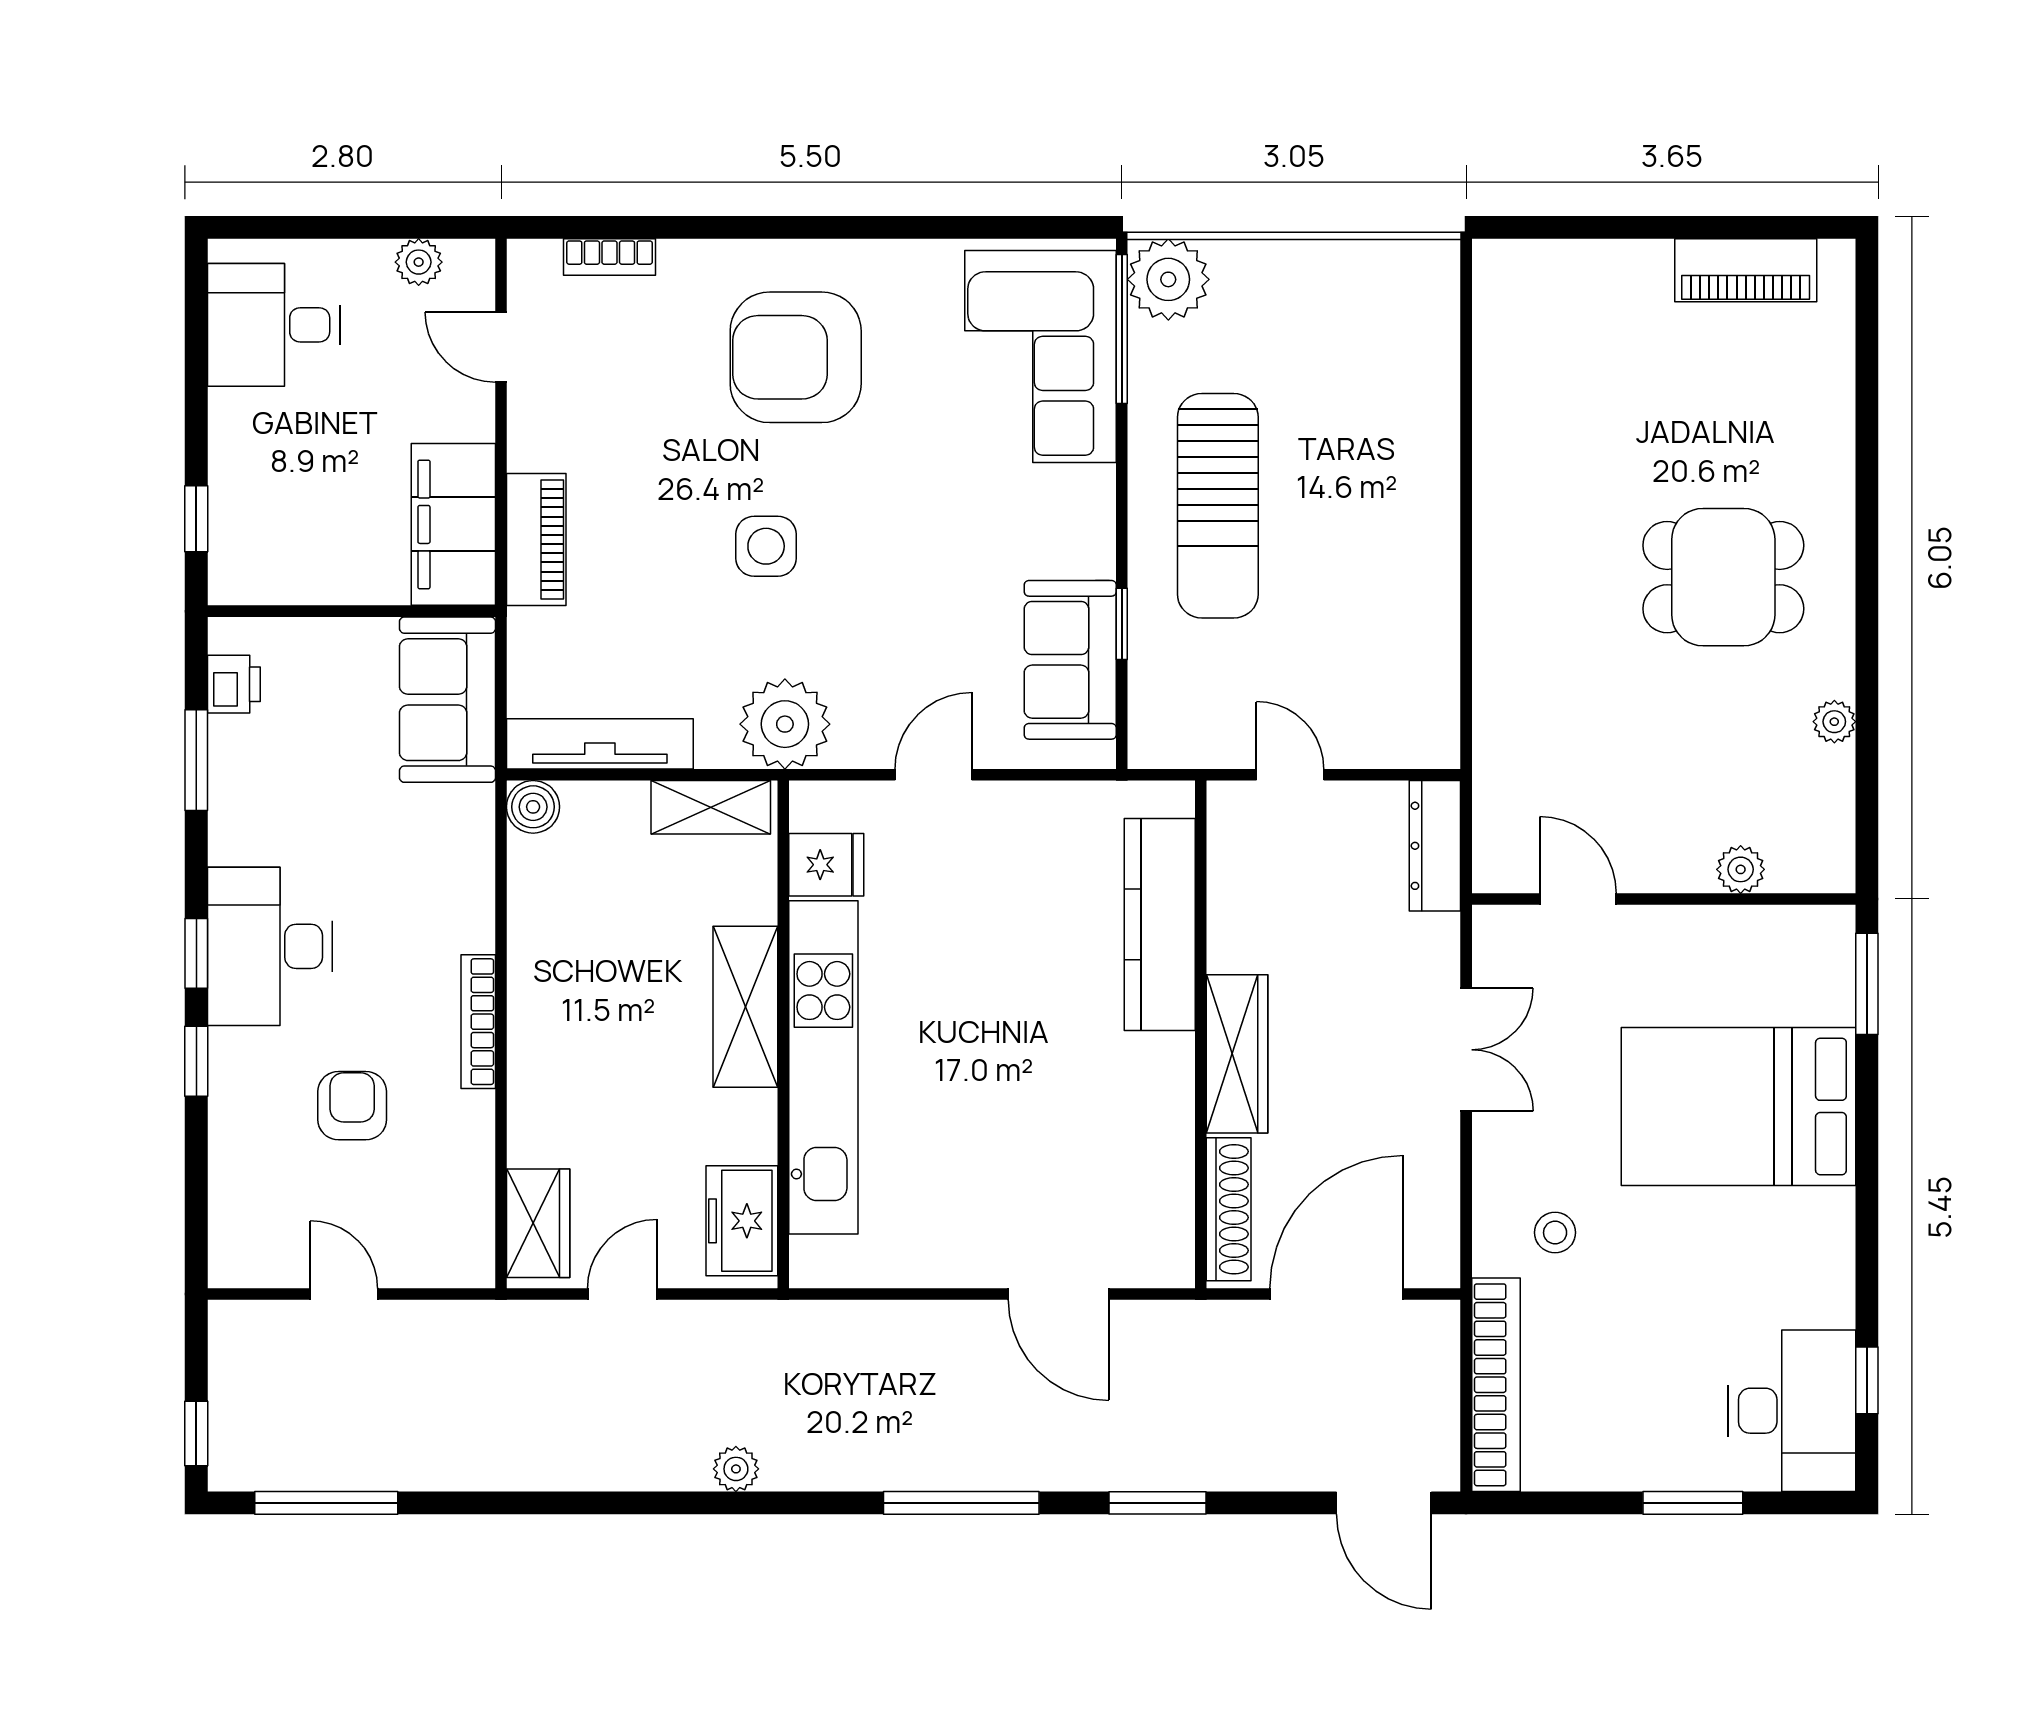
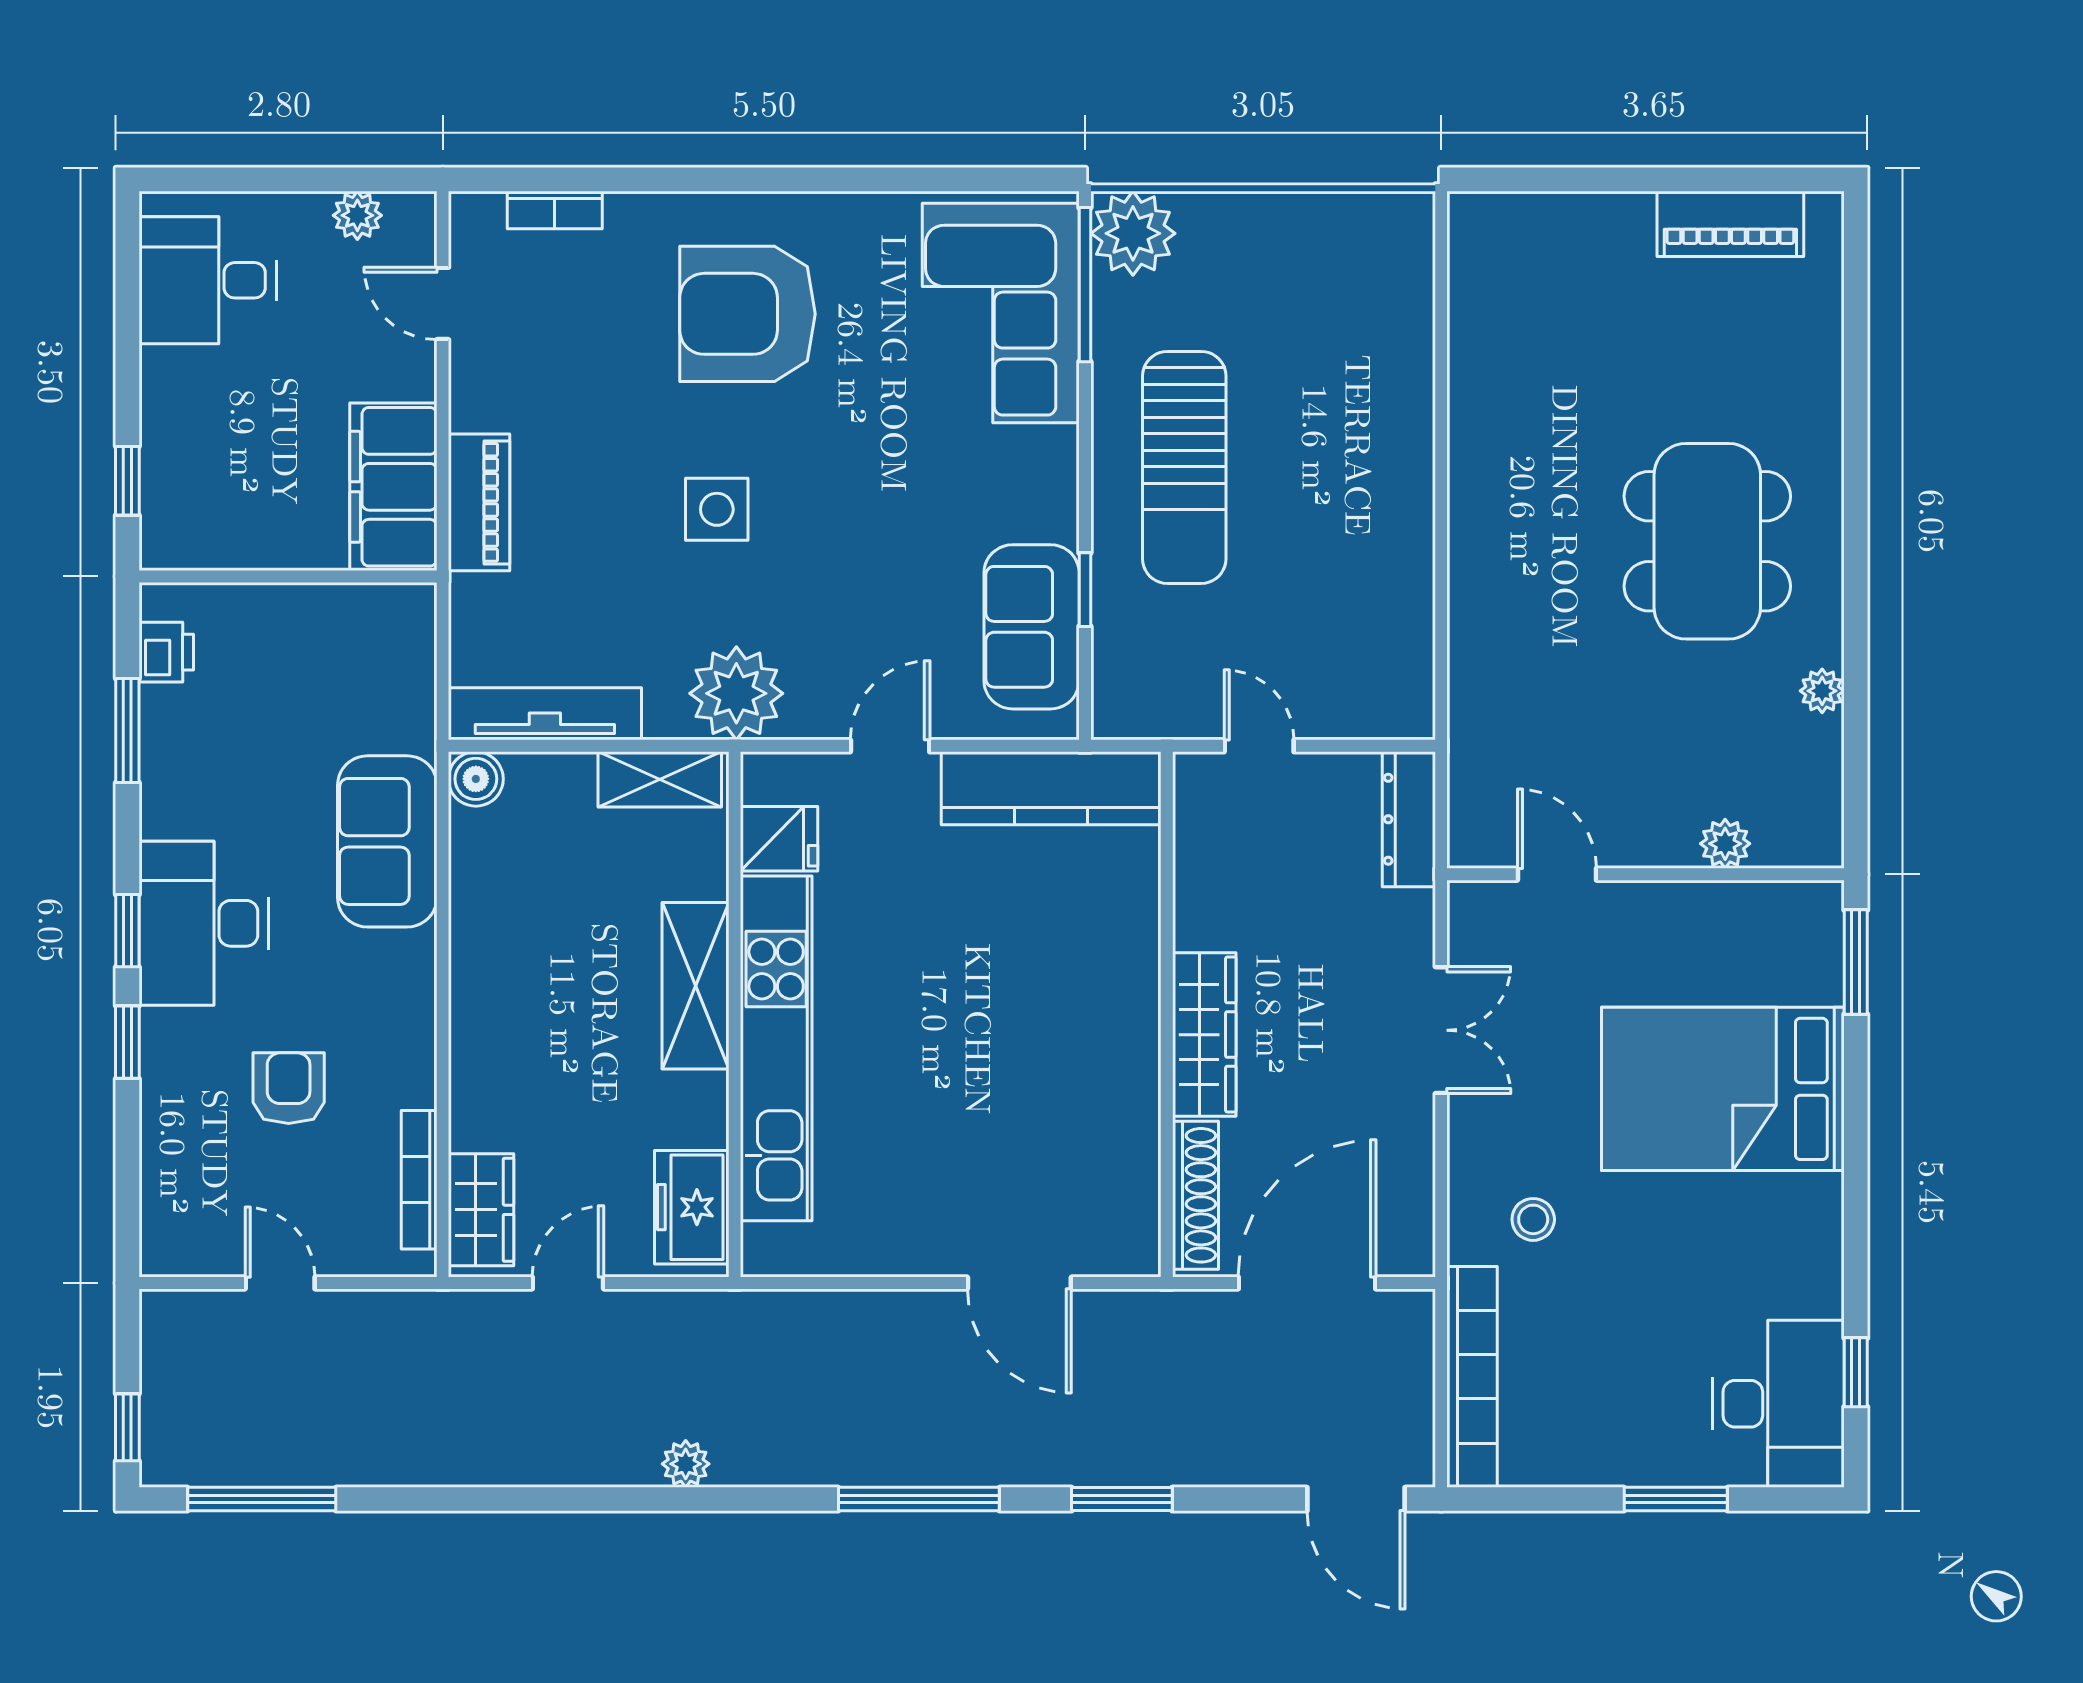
dining table: (1723, 577) -> (1707, 541), width x1.38
sofa: (447, 700) -> (387, 841), moved
kitchen counter: (1160, 925) -> (1051, 788), moved, turned -90
bookcase: (478, 1022) -> (419, 1180), moved

